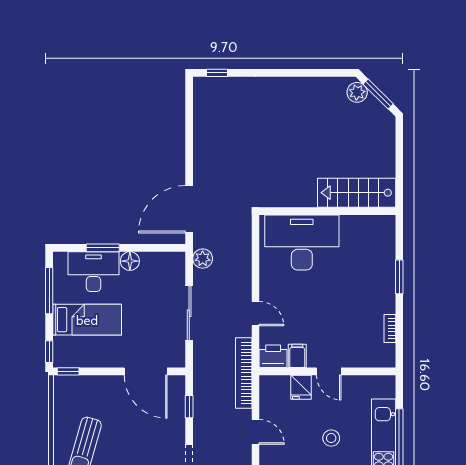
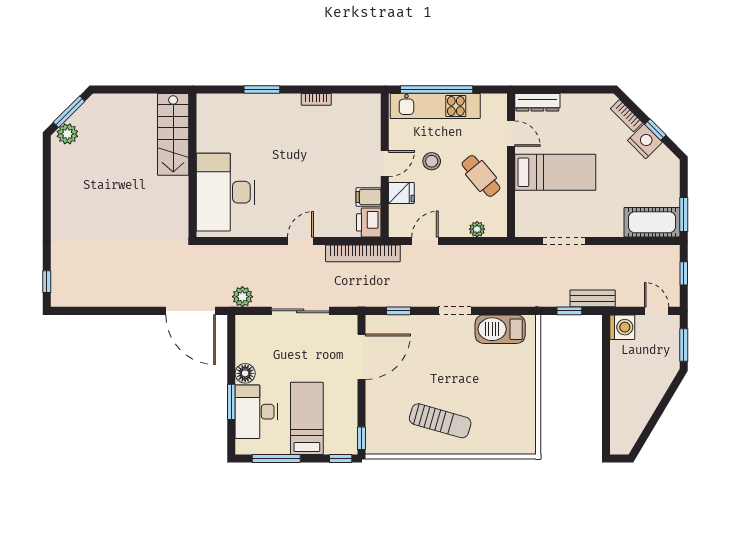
printer: (273, 356) -> (369, 222), moved
filing cabinet: (297, 356) -> (368, 197), moved
wall: (327, 371) -> (385, 165), moved
door: (329, 371) -> (385, 164), moved
fridge: (301, 387) -> (401, 193), moved

